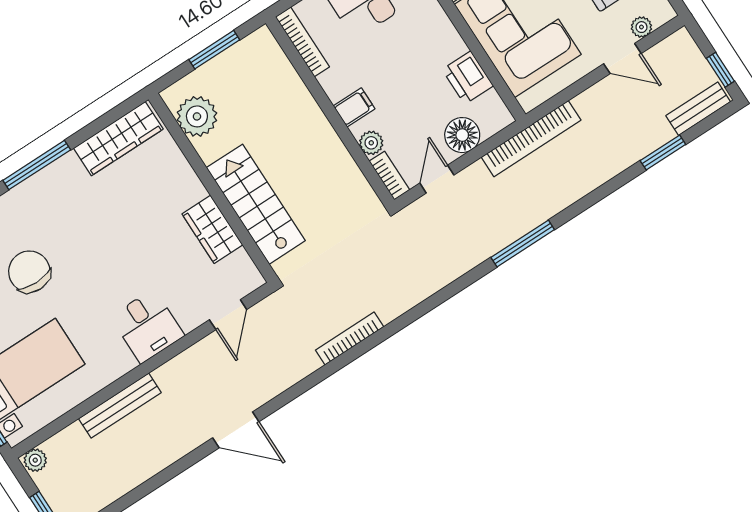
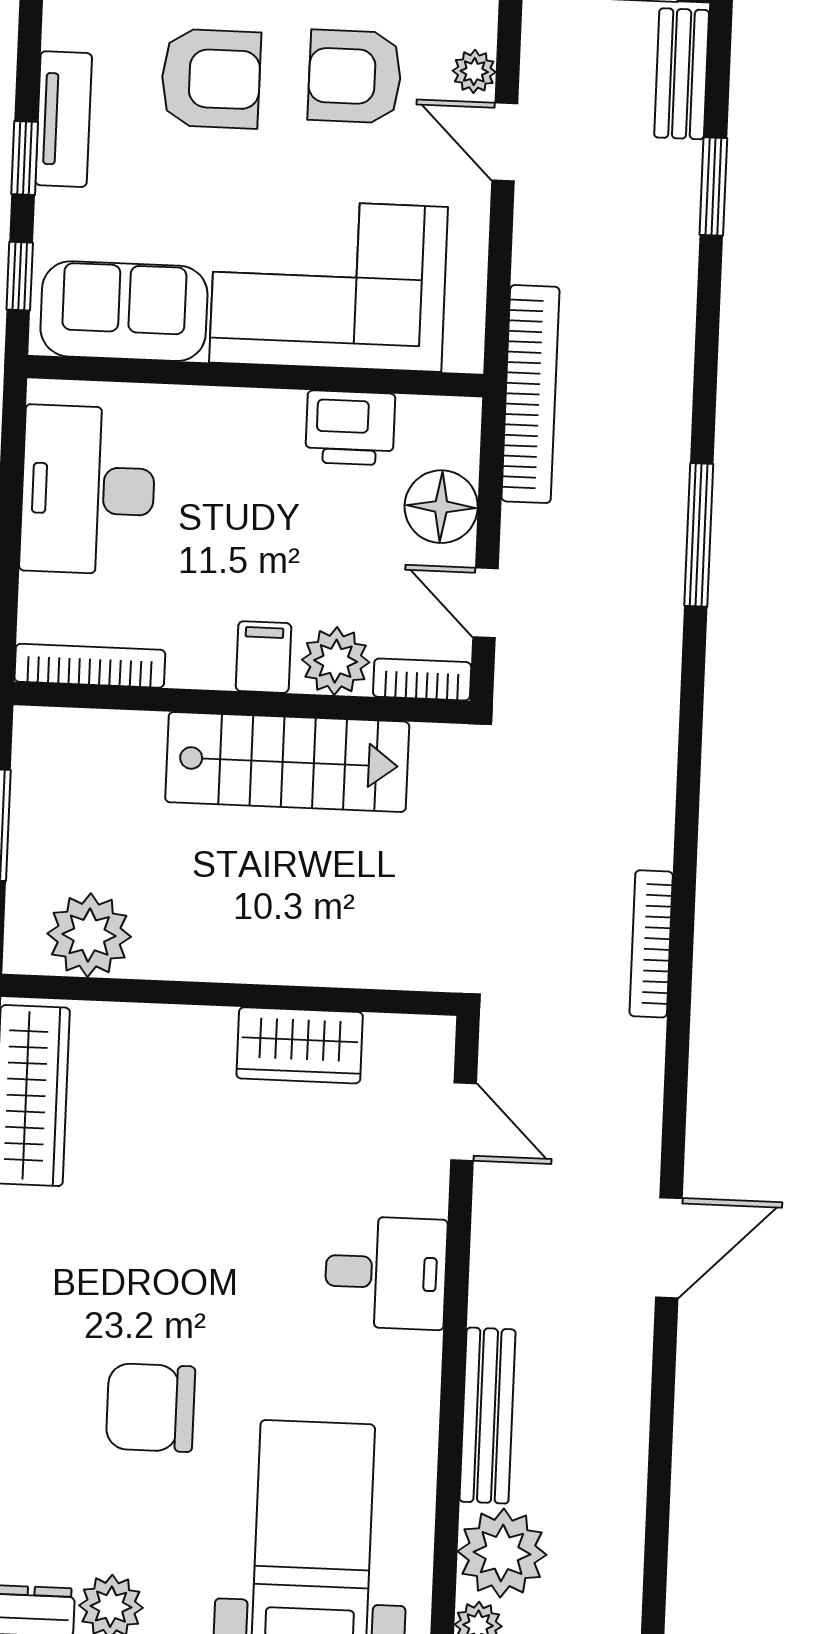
door: (622, 59) -> (505, 142), swing flipped
plant: (371, 143) -> (336, 661), width x1.38, depth x1.38
stairs: (256, 204) -> (287, 762), moved, turned 180
plant: (70, 449) -> (502, 1553), added

